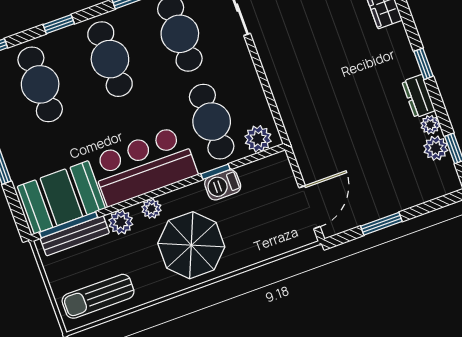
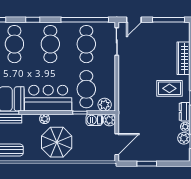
rug: (372, 61) -> (169, 88), added
barbecue: (223, 185) -> (94, 120), moved
plant: (121, 222) -> (109, 120), moved

